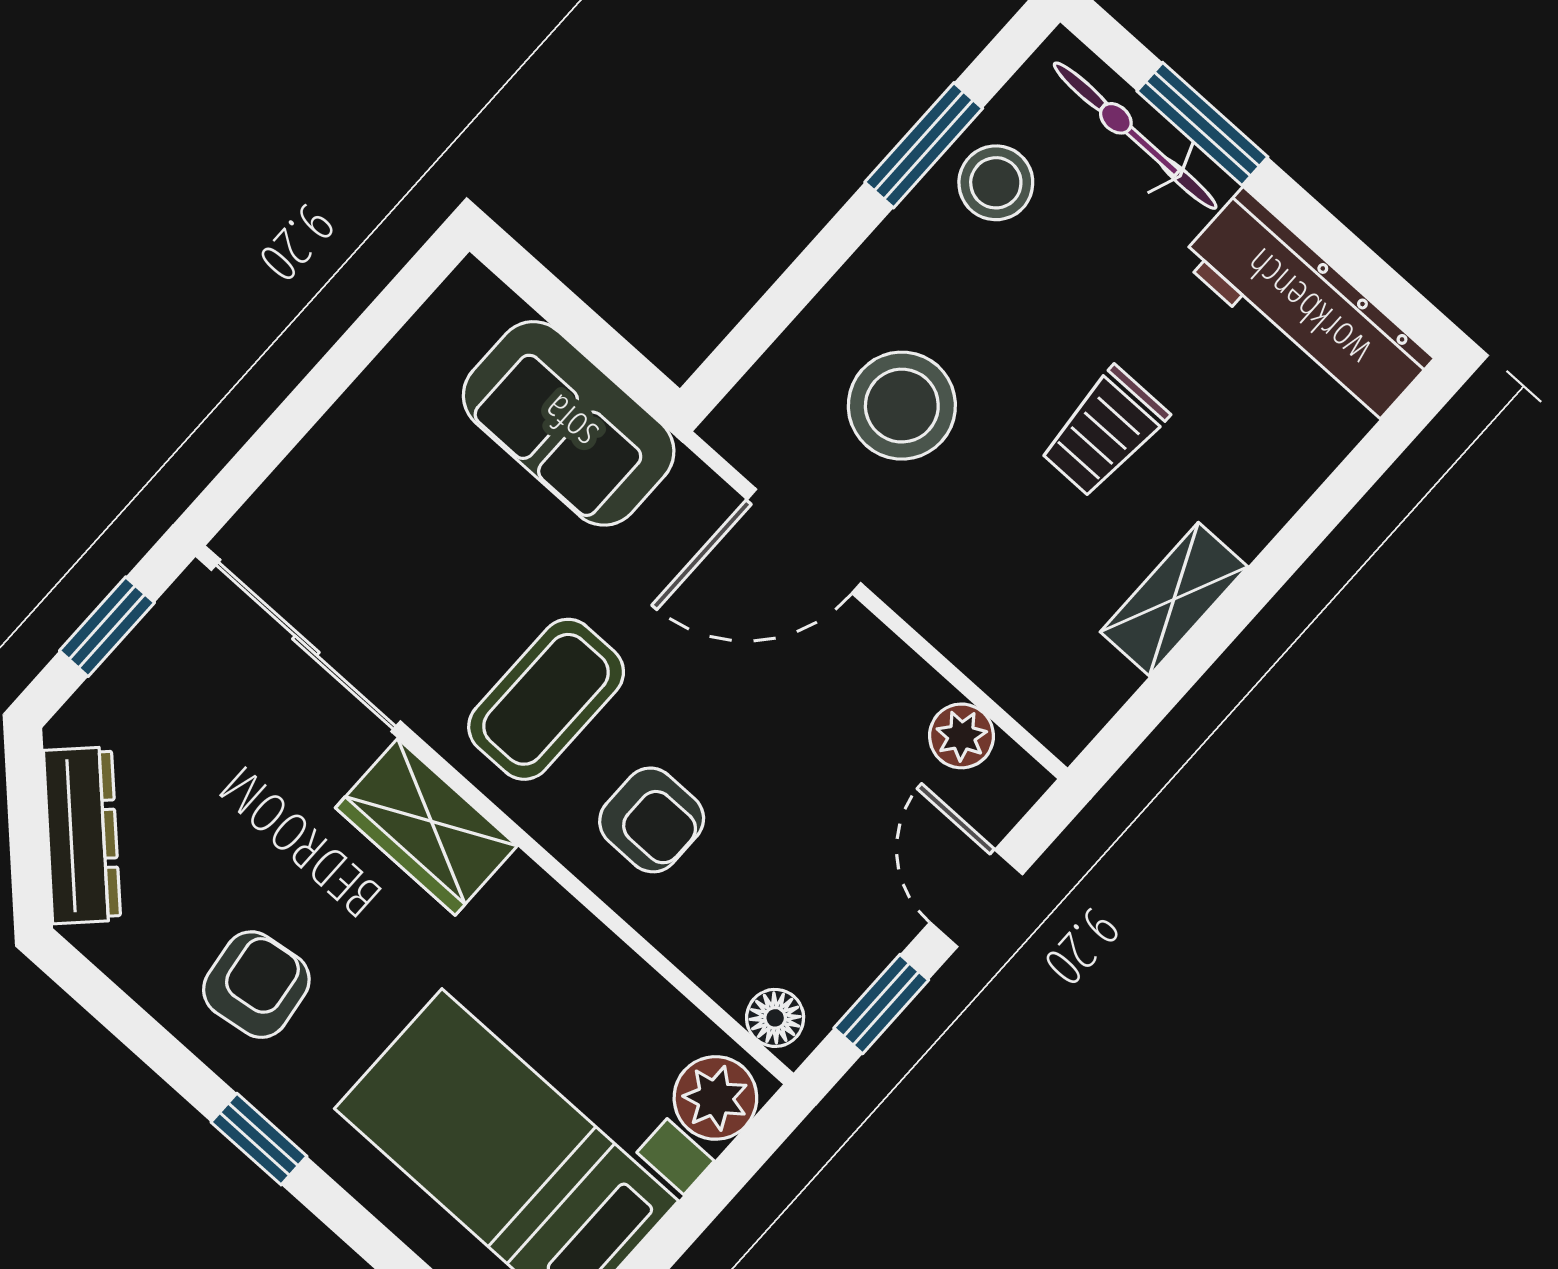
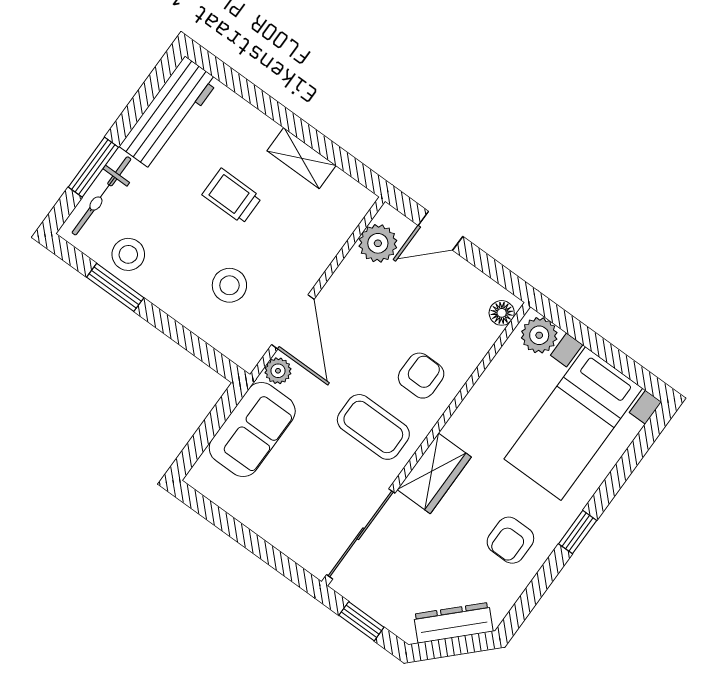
stool: (902, 406) -> (229, 285), width x0.73, depth x0.73
trolley: (1104, 432) -> (232, 196), turned 180
plant: (696, 496) -> (278, 371), added
plant: (961, 736) -> (378, 243), width x1.38, depth x1.38
armchair: (256, 985) -> (510, 540), turned -82
window: (881, 1004) -> (491, 267), removed

